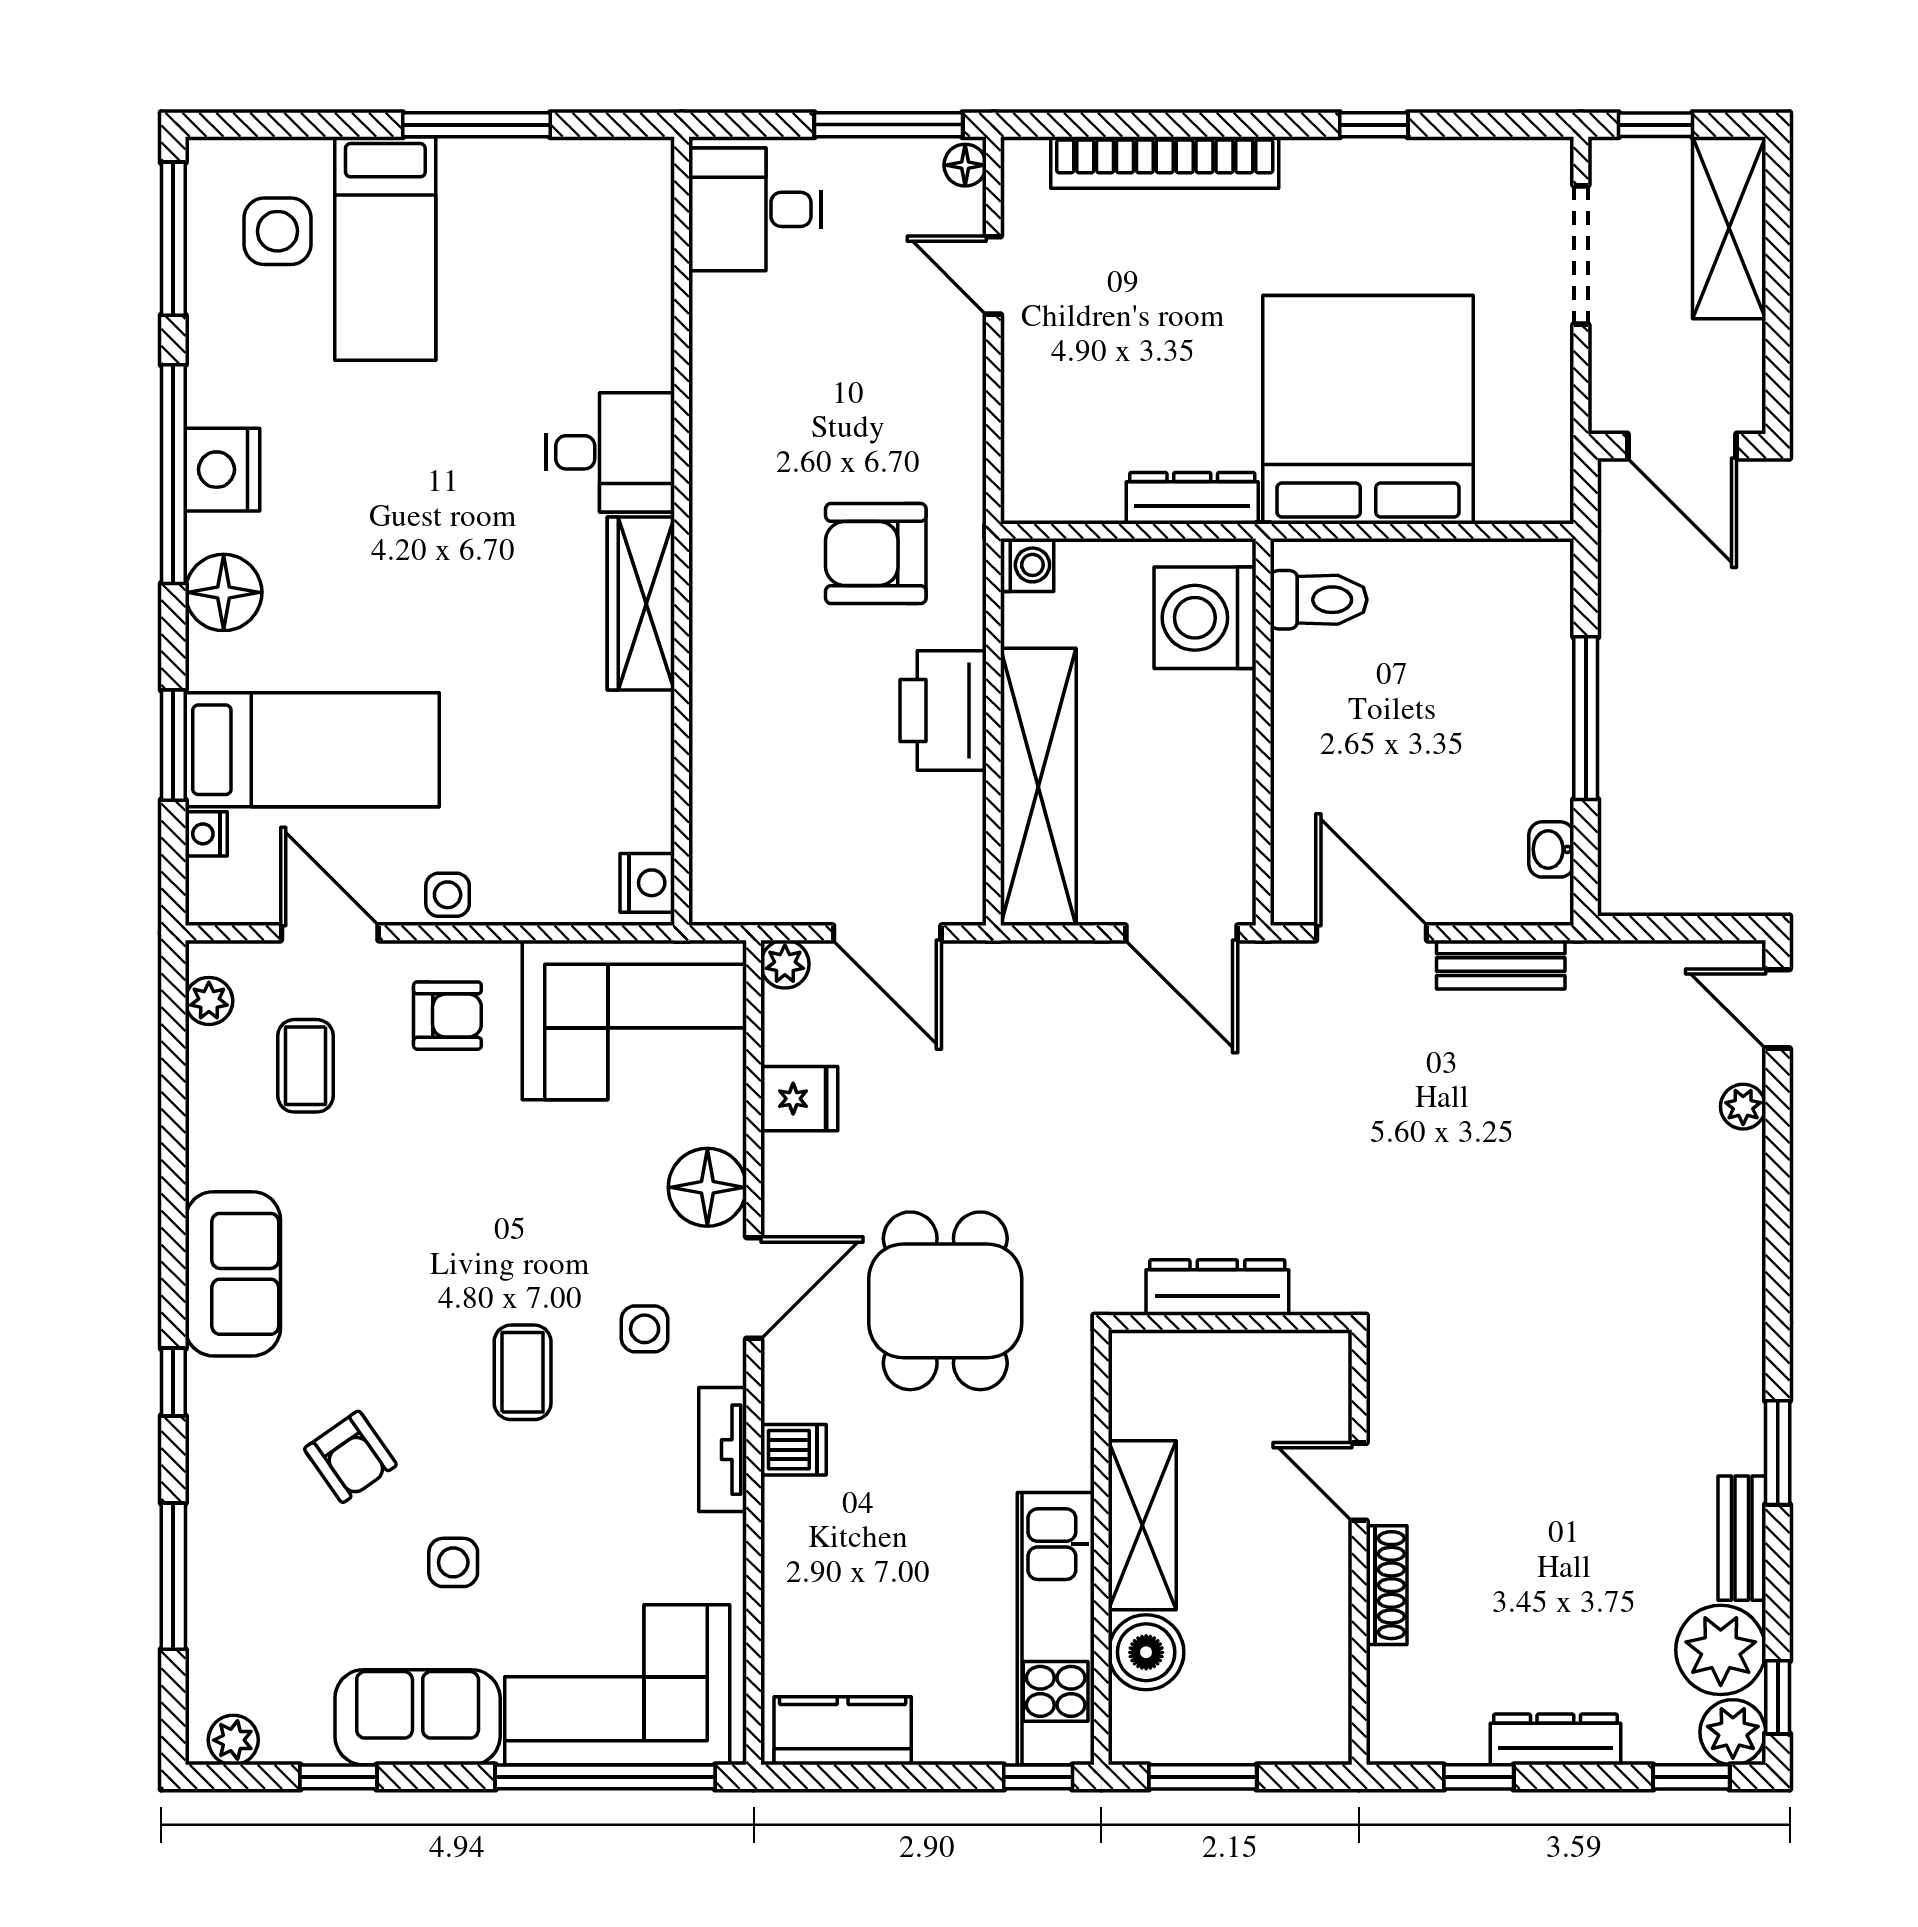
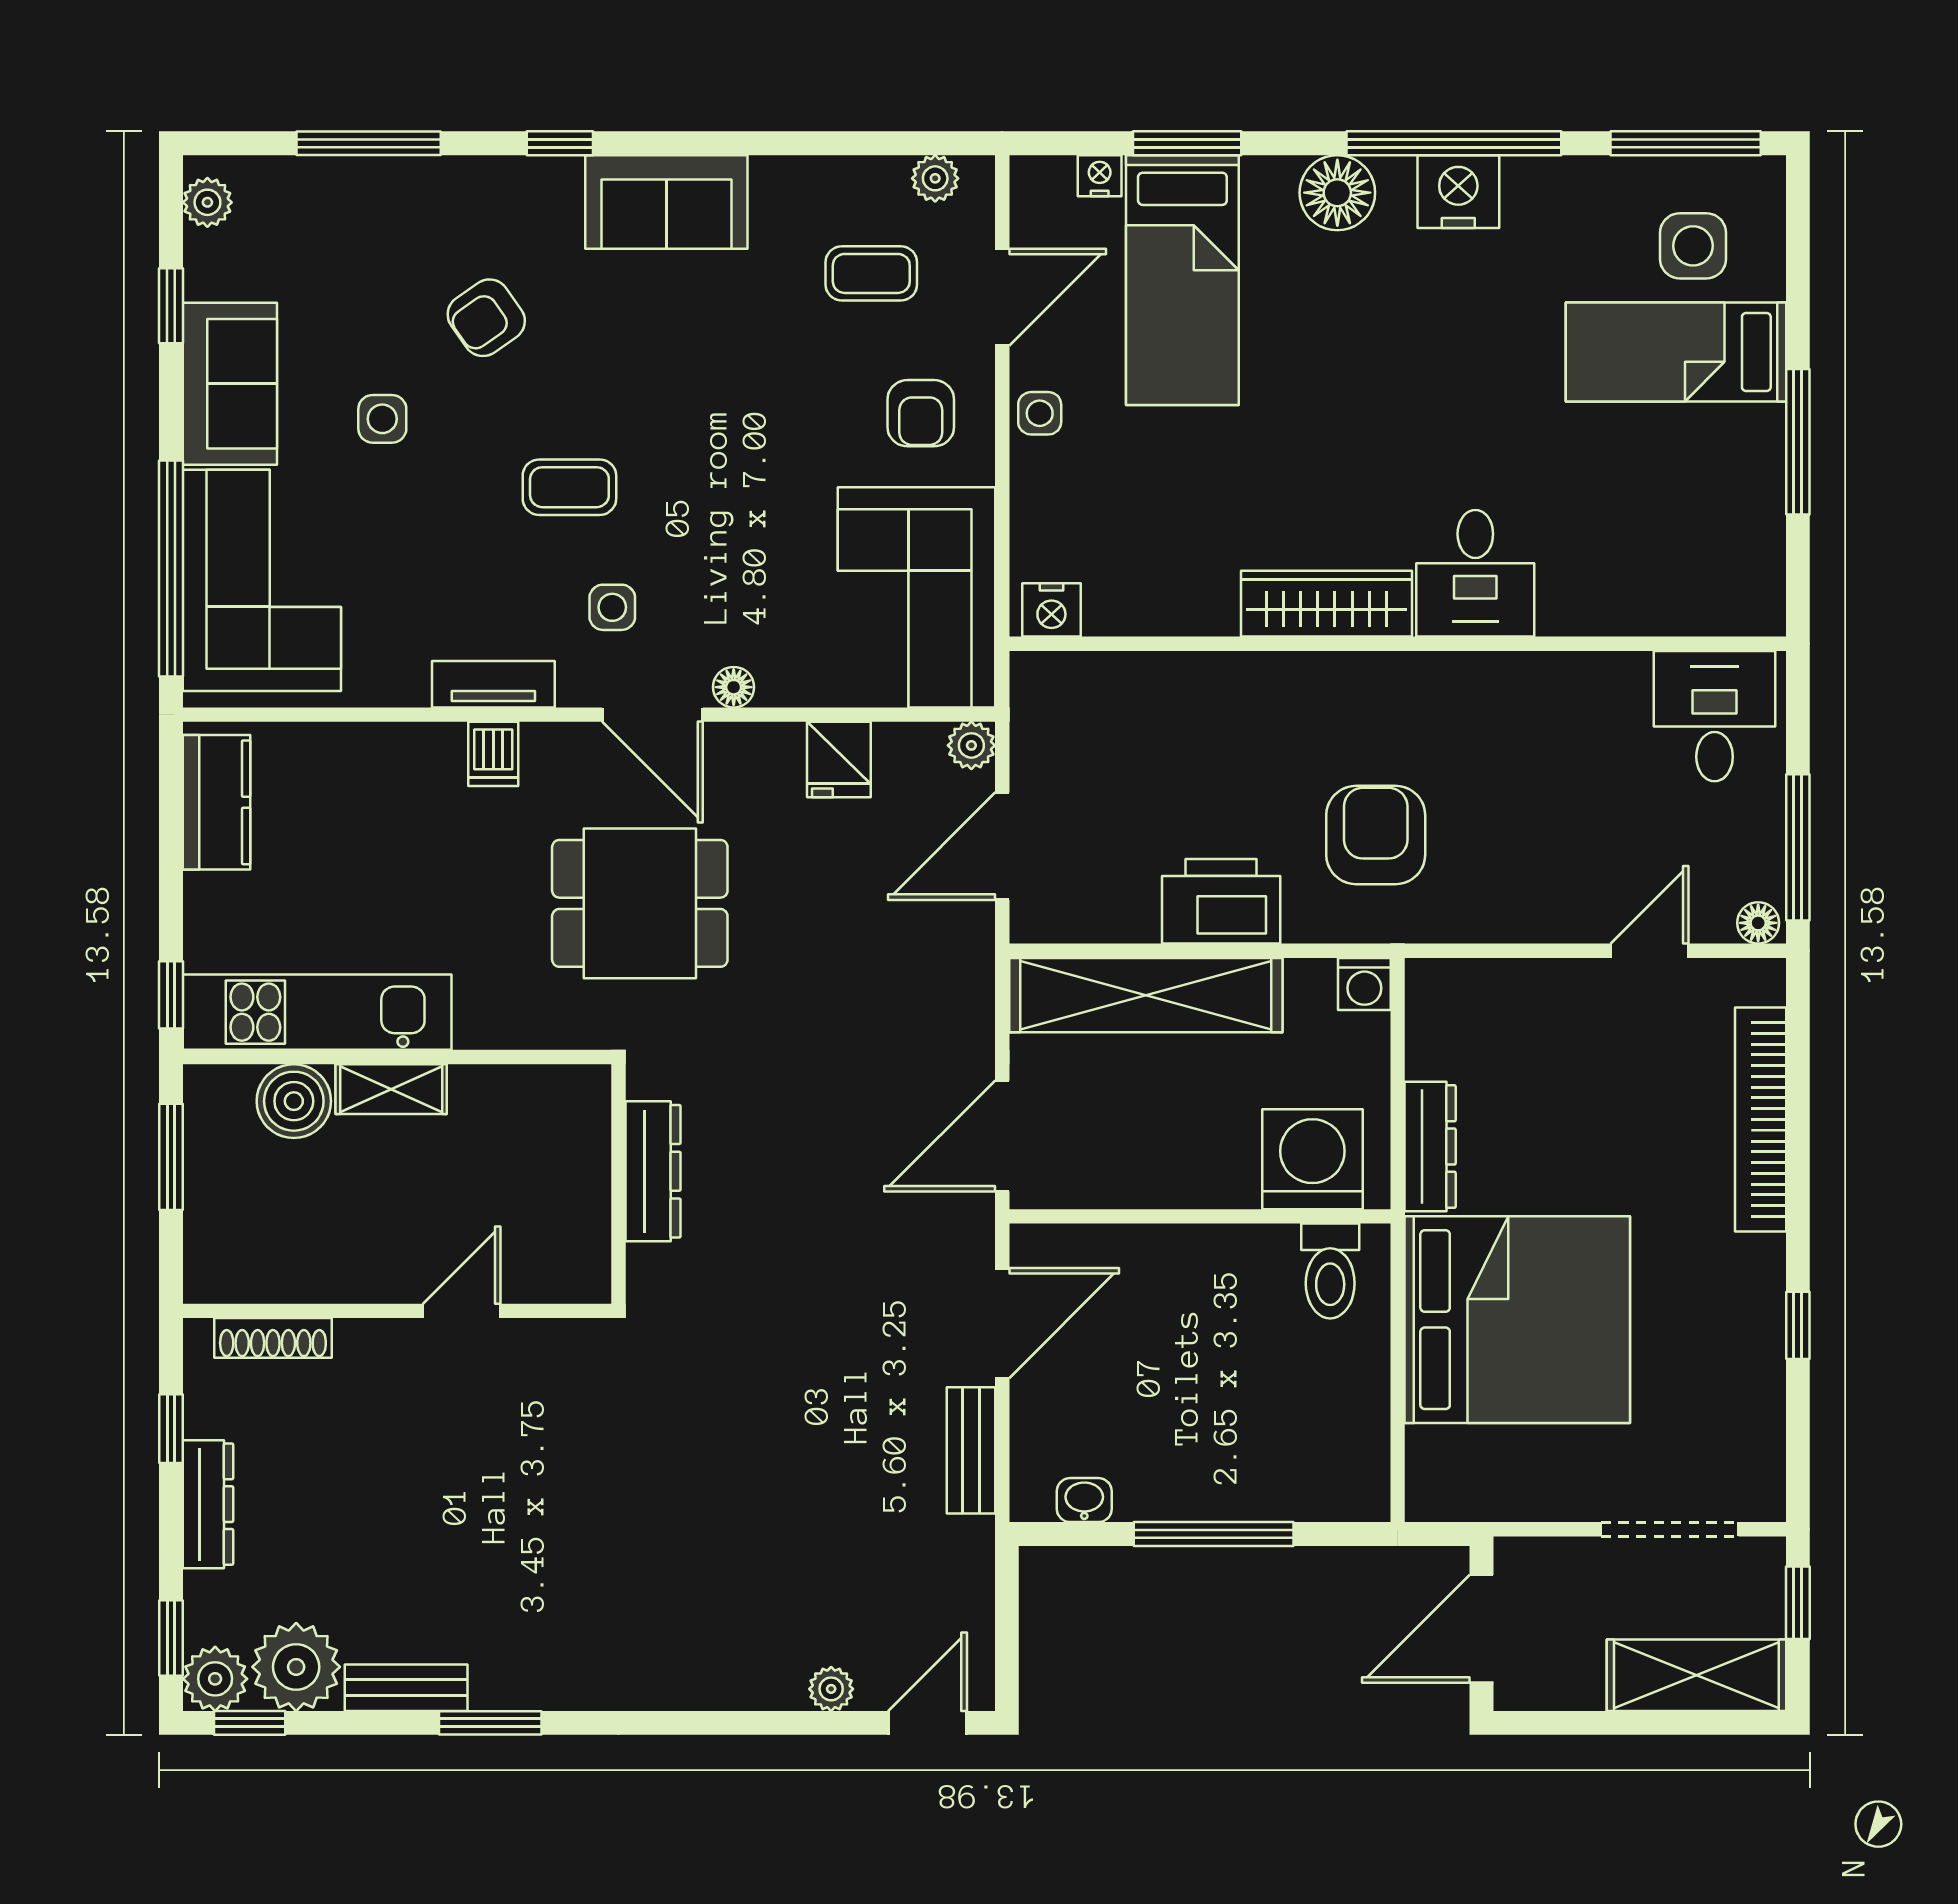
floor lamp: (707, 1187) -> (734, 687), width x0.53, depth x0.53
shelving: (1142, 1525) -> (391, 1089), width x0.67, depth x0.75
shoe rack: (1387, 1585) -> (273, 1338), moved

